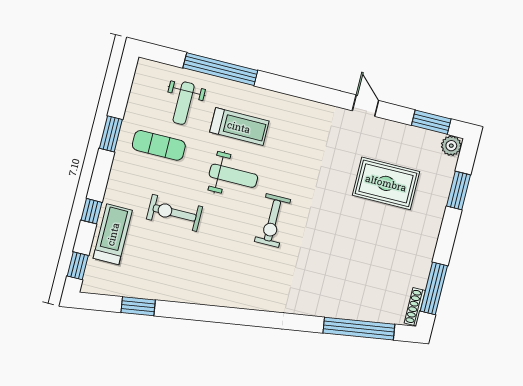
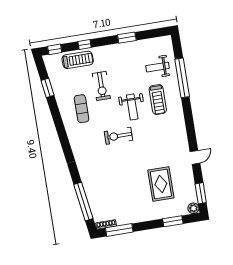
exercise mat: (159, 145) -> (82, 109), moved
exercise bike: (175, 213) -> (101, 86), turned 180

